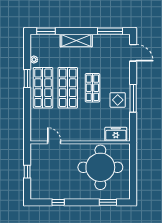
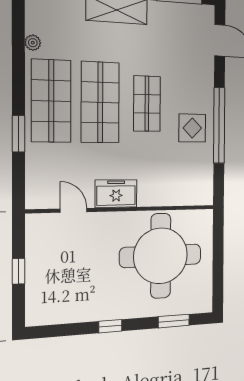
window: (27, 79) -> (18, 134), moved
window: (133, 98) -> (219, 125), width x1.46
freezer: (116, 134) -> (116, 194), moved
window: (58, 202) -> (110, 326), moved

